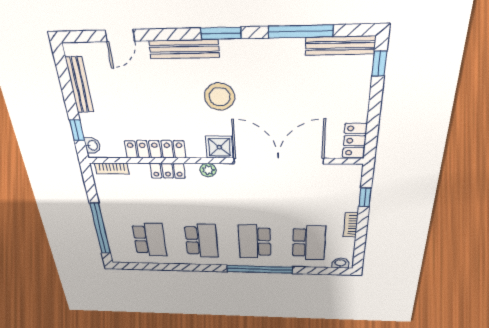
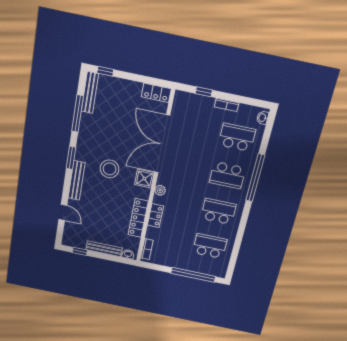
bench: (80, 85) -> (104, 249), moved
window: (77, 130) -> (80, 251), moved

